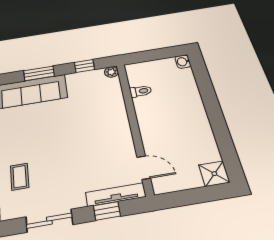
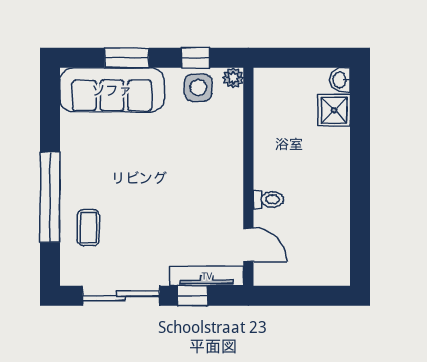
side table: (89, 81) -> (198, 88), added
toilet: (141, 91) -> (268, 199), moved
shower: (214, 174) -> (334, 110), moved
sliding door: (49, 221) -> (121, 296), width x1.37

